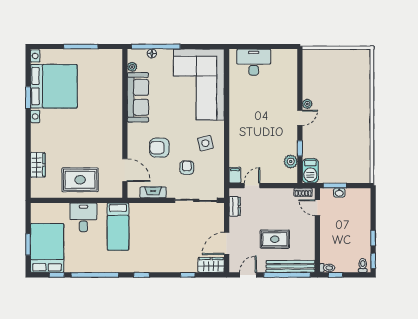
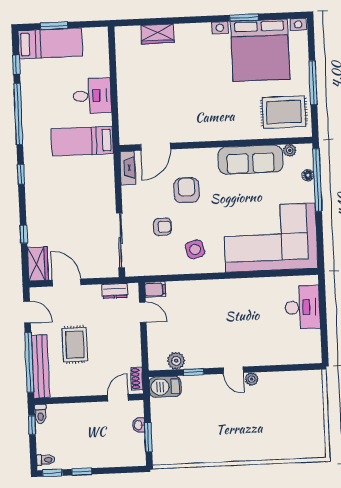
rug: (80, 180) -> (284, 112), moved, turned 90
window: (335, 186) -> (148, 437), moved
fireplace: (153, 192) -> (128, 168), moved
bed: (47, 248) -> (50, 43), width x0.67

